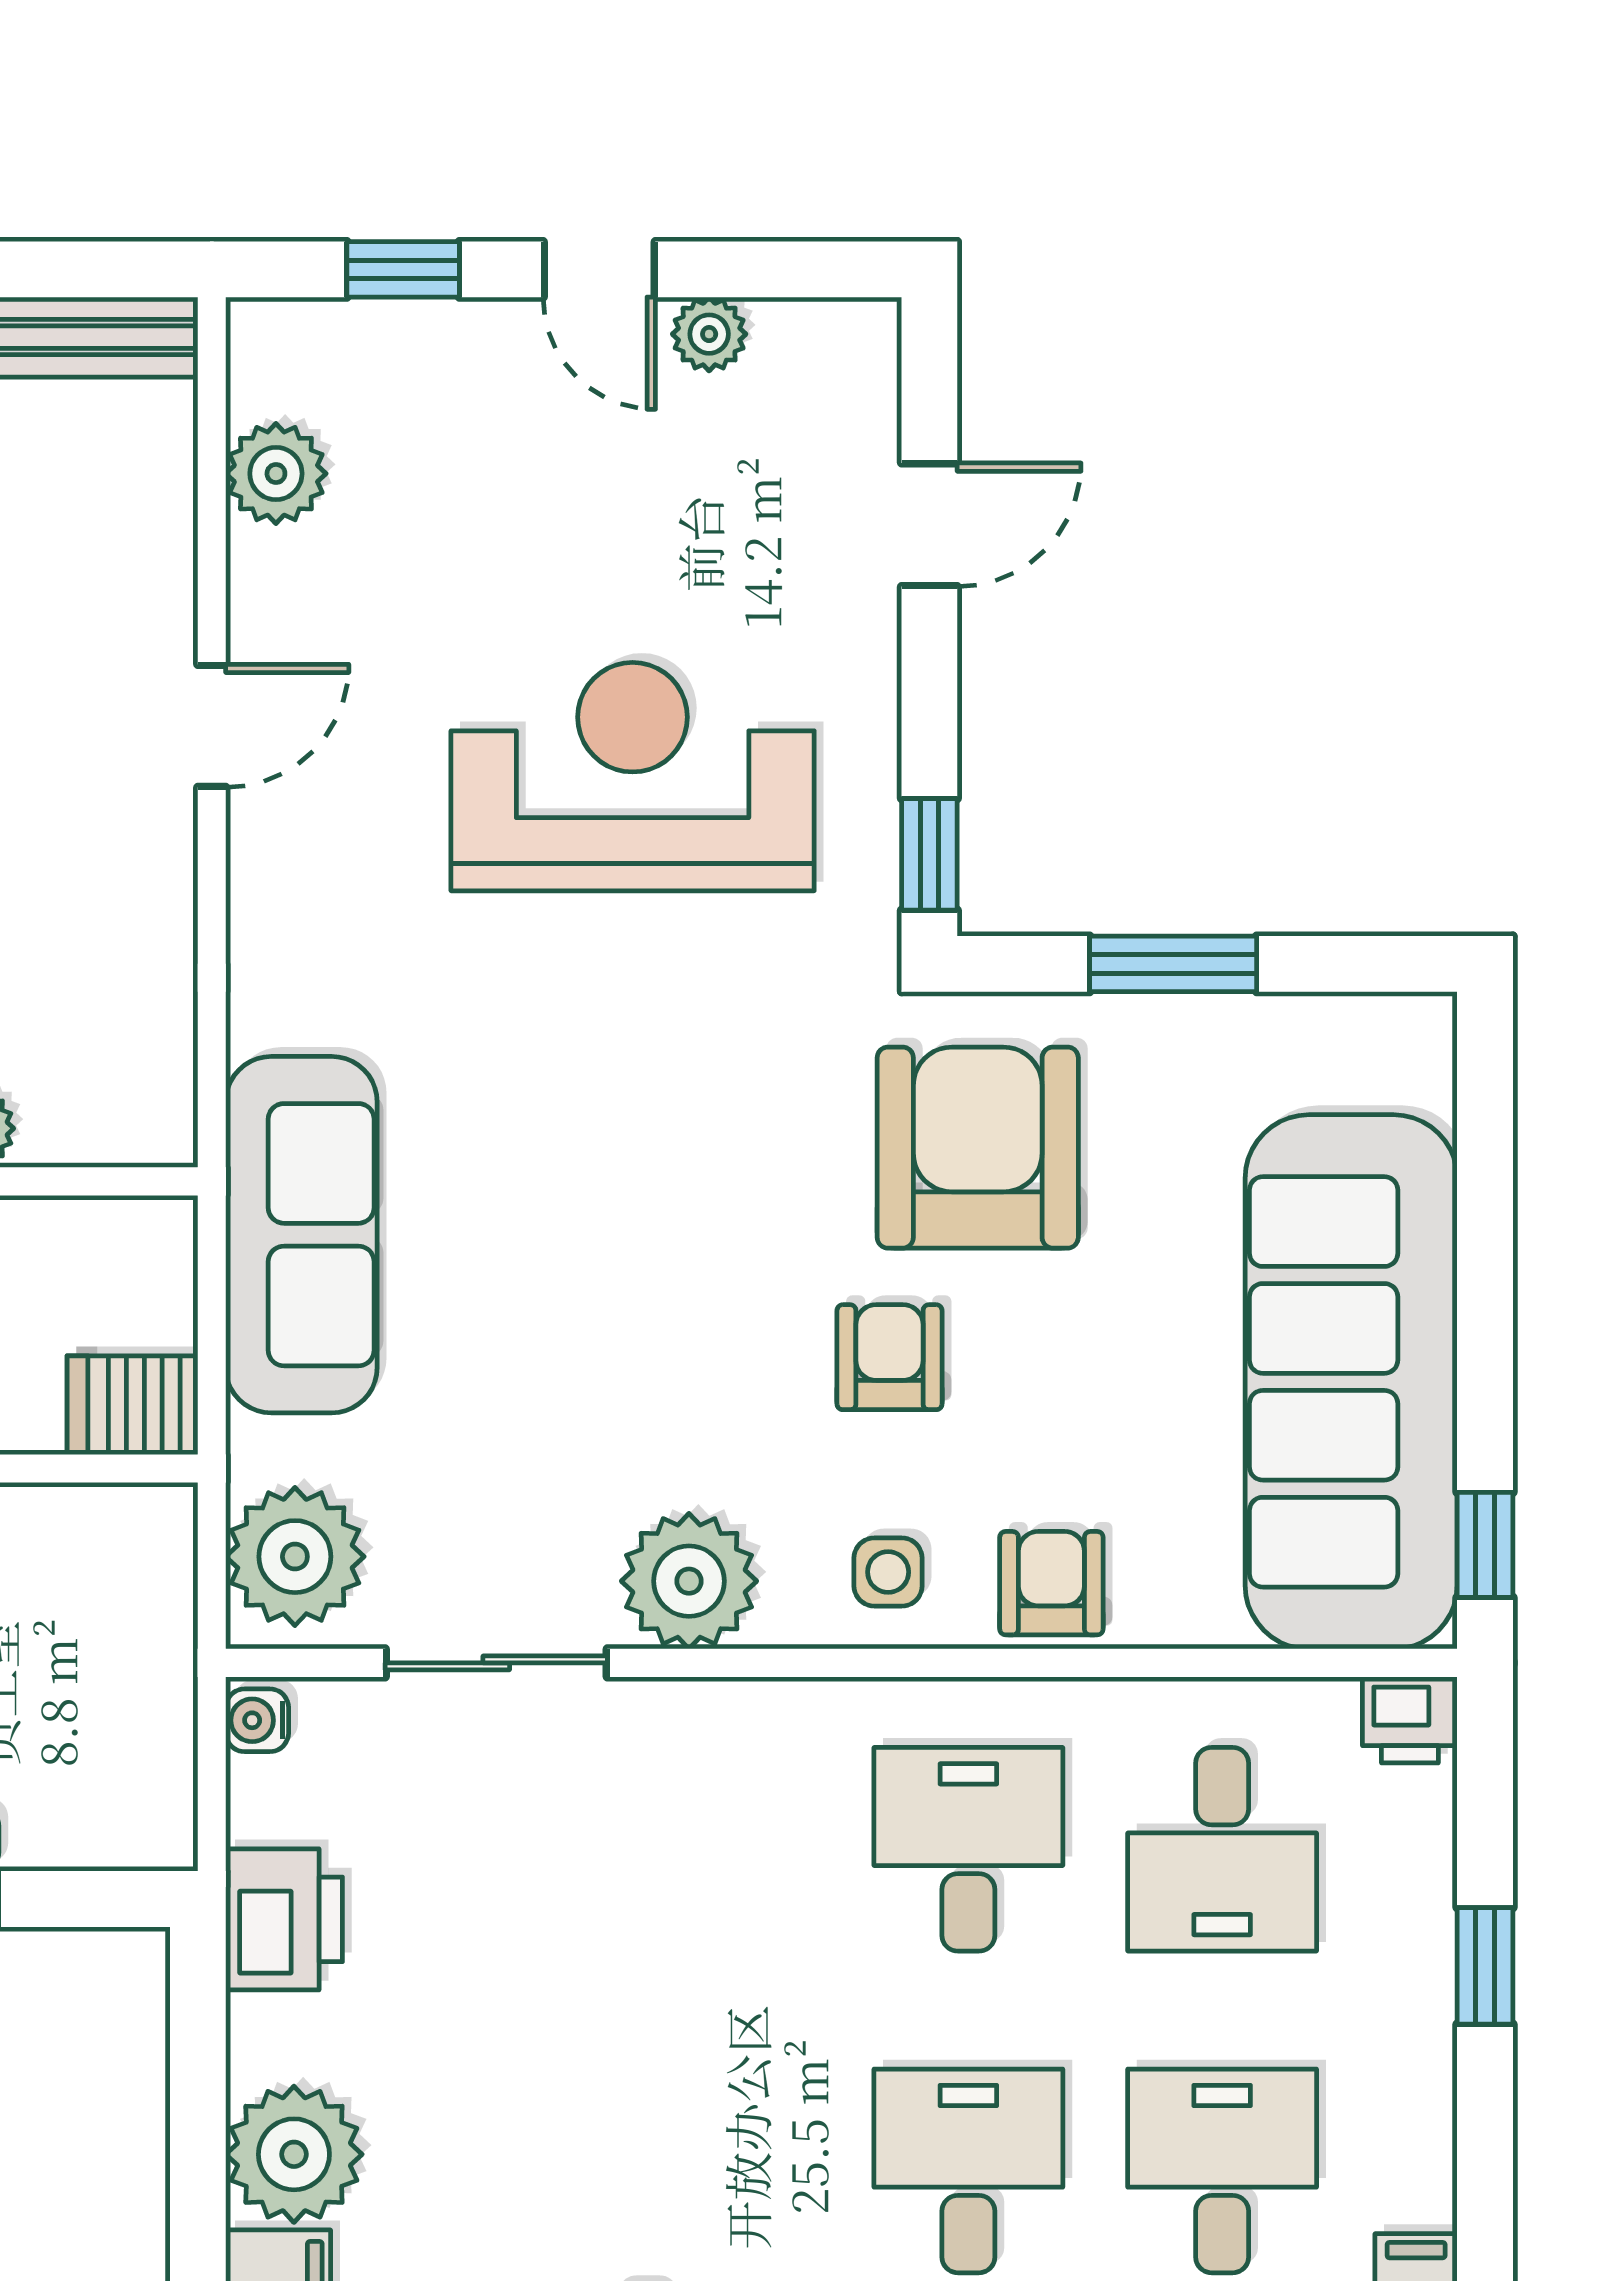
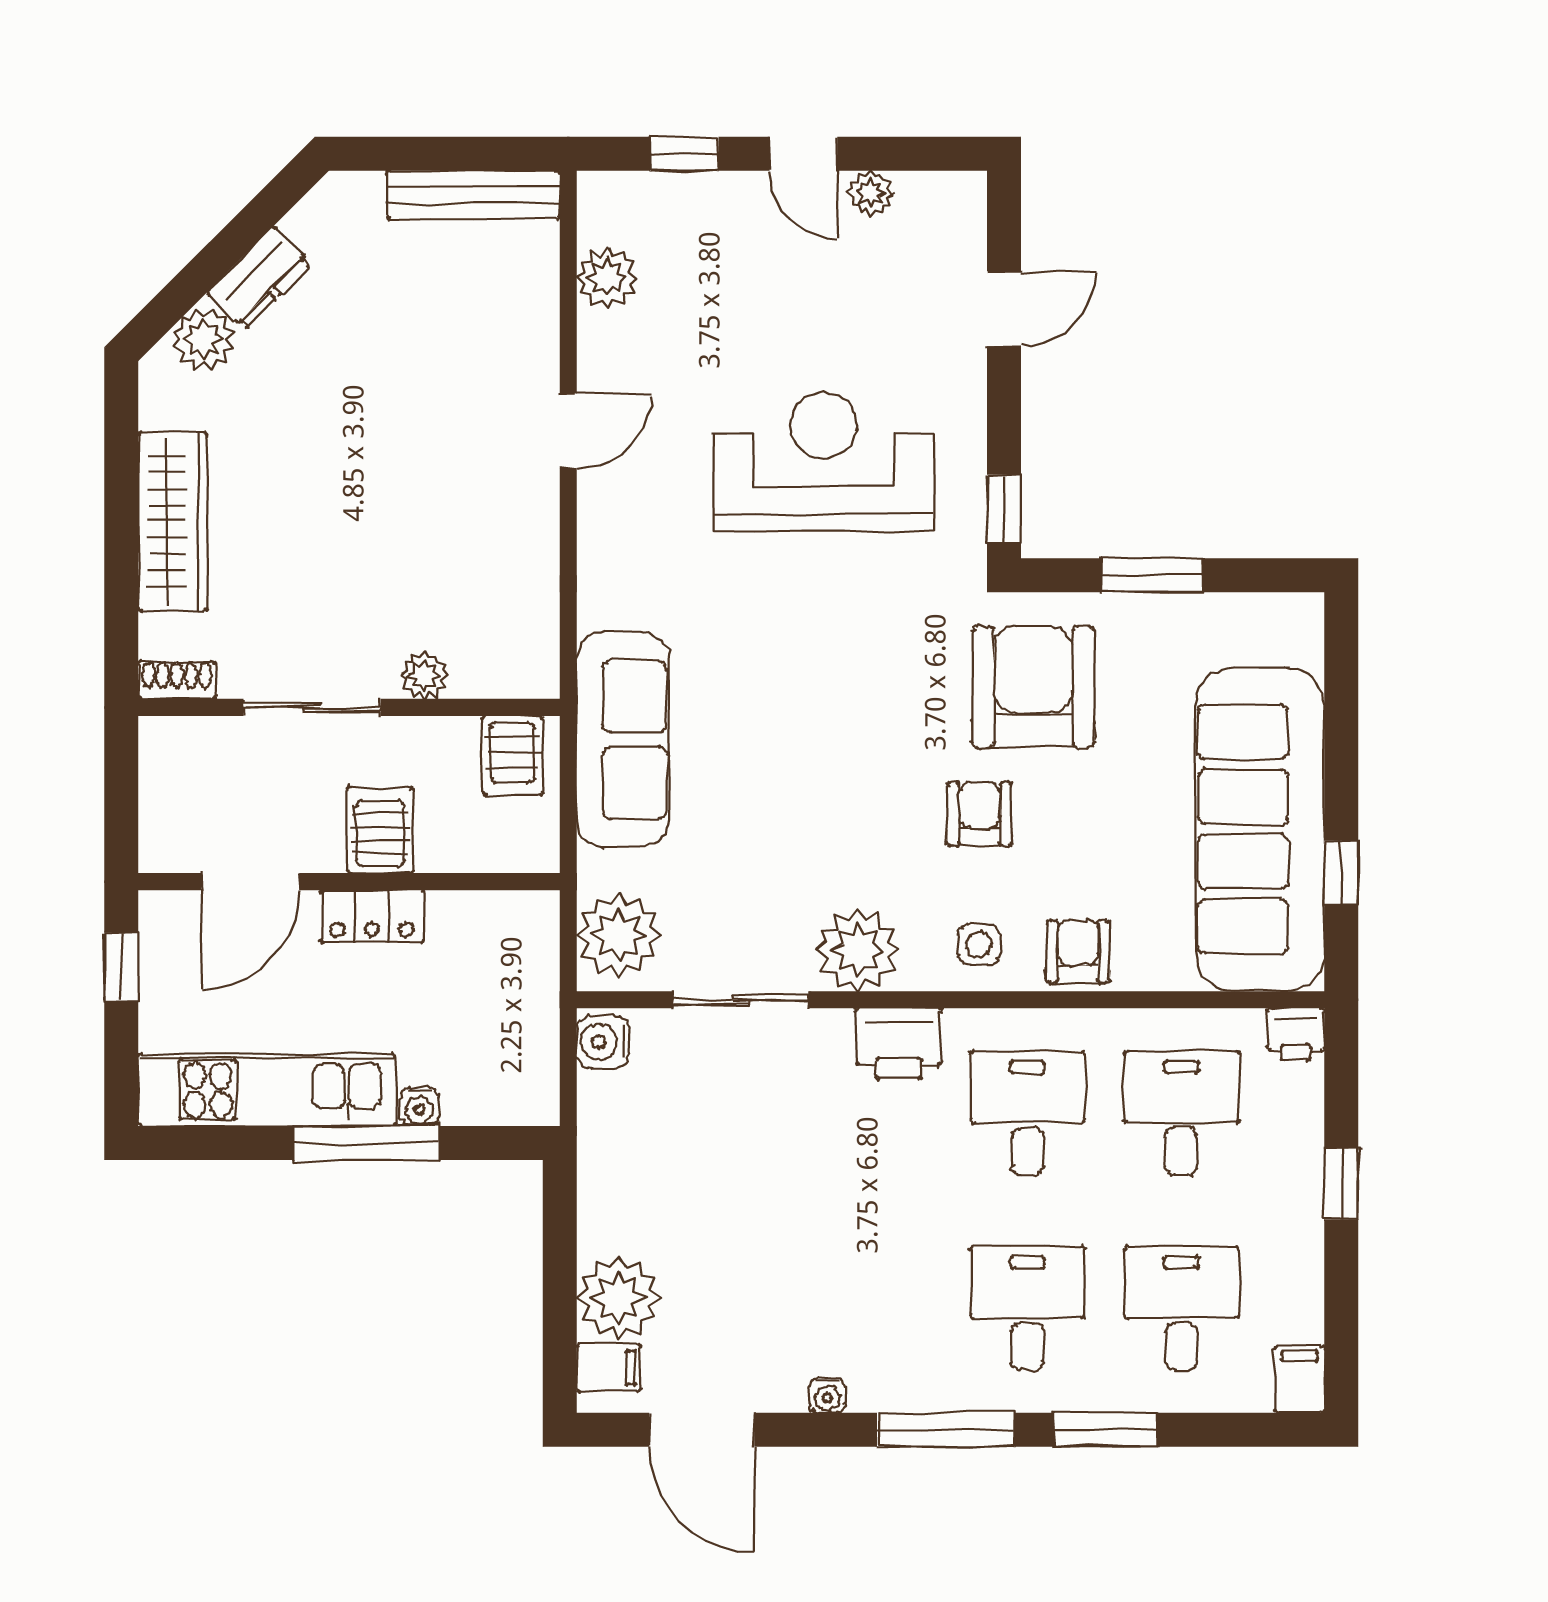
server rack: (132, 1405) -> (512, 756), moved, turned -90
window: (1485, 1545) -> (1341, 873), moved
water cooler: (257, 1720) -> (603, 1042), width x1.38, depth x1.38
desk: (1222, 1849) -> (1182, 1113), turned 180
printer: (284, 1919) -> (899, 1044), moved, turned 90

